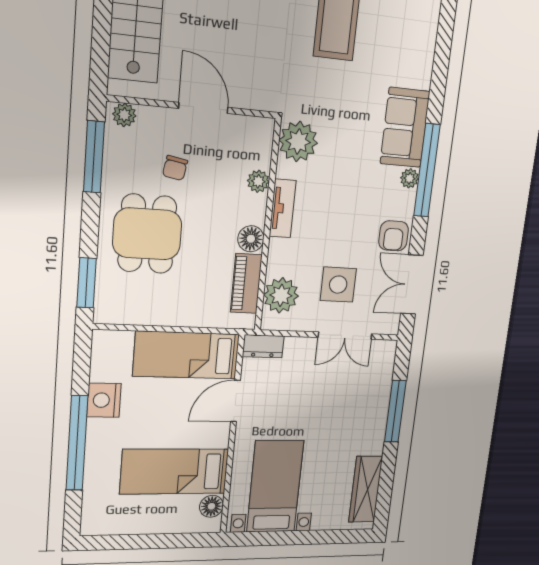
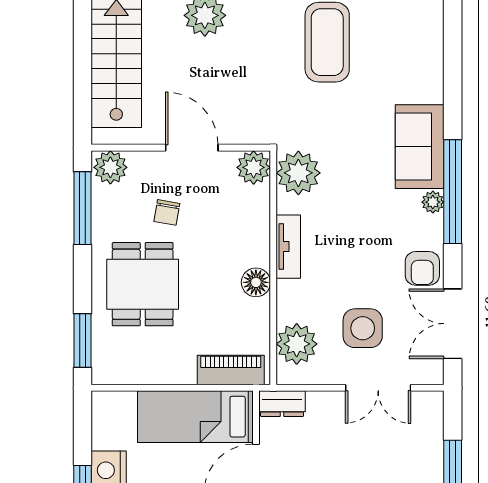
plant: (124, 115) -> (110, 167), width x1.38, depth x1.38
plant: (258, 181) -> (254, 167), moved, width x1.38, depth x1.38
piano: (246, 284) -> (231, 370), moved, turned 90

